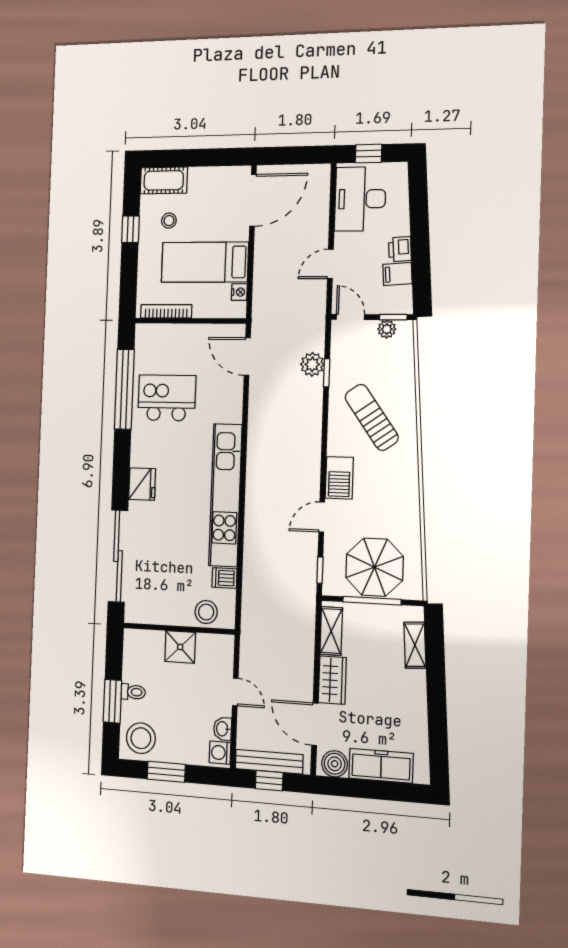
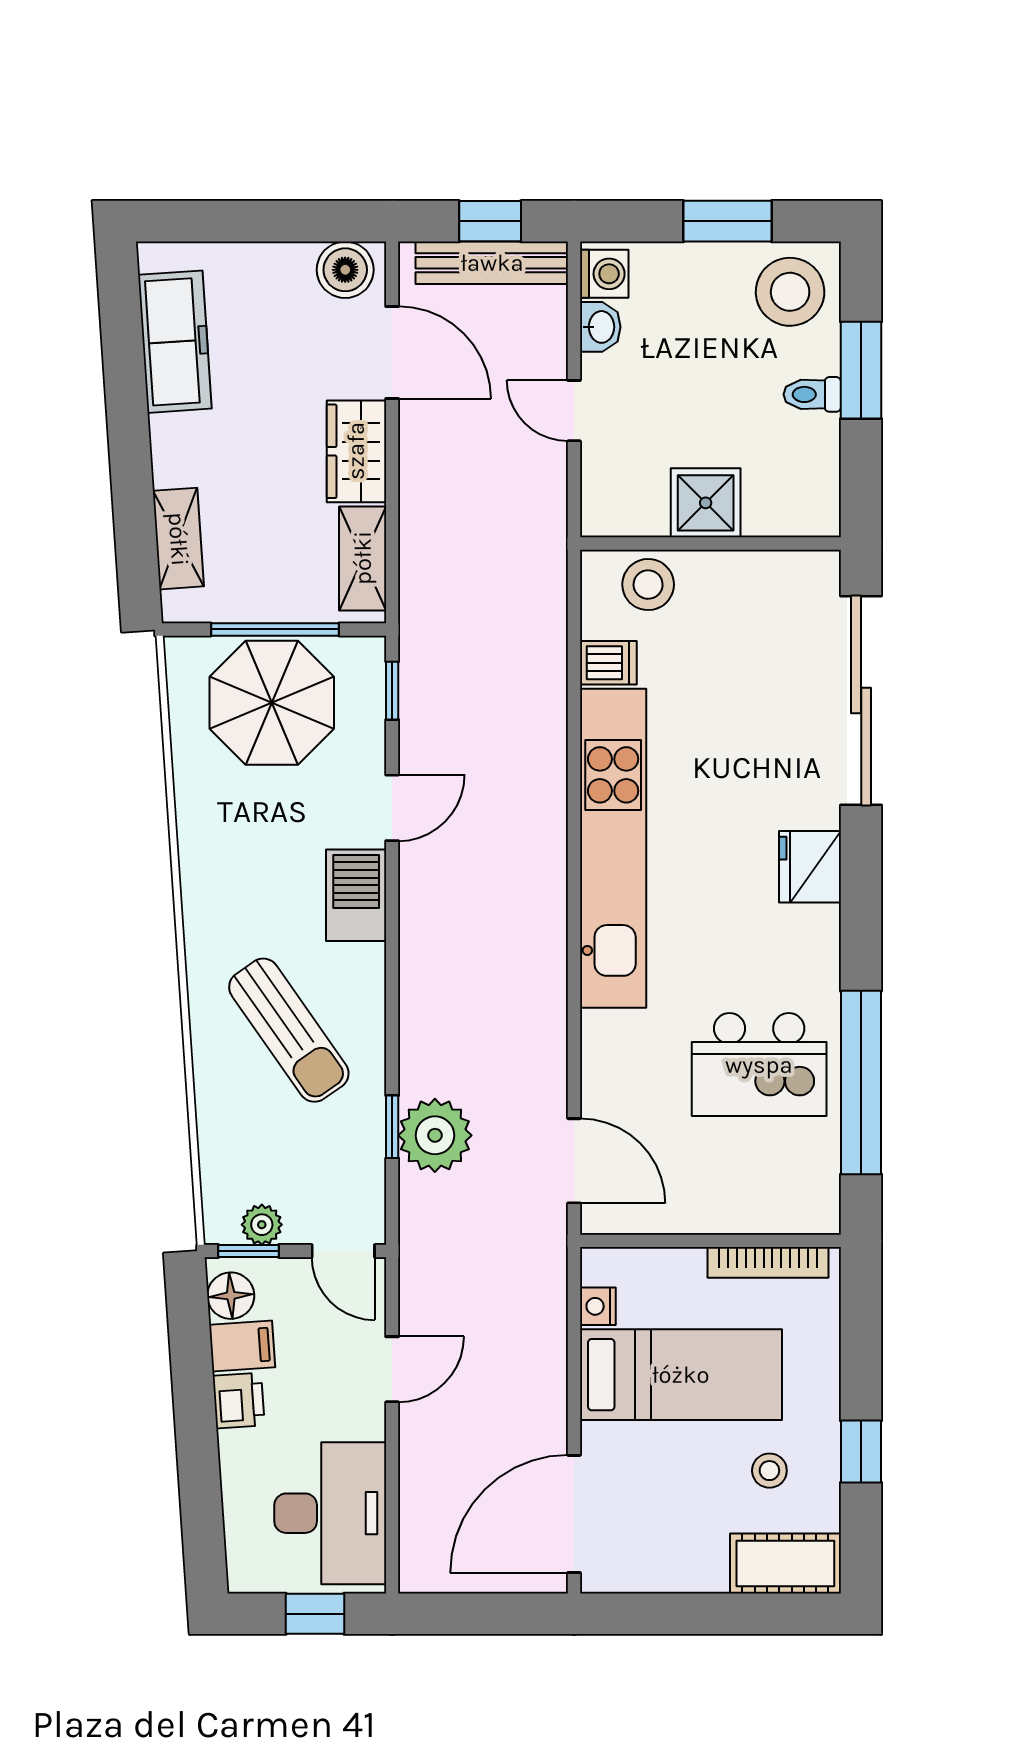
floor lamp: (402, 297) -> (231, 1296), added
plant: (312, 364) -> (435, 1135), width x1.36, depth x1.36
freezer: (381, 766) -> (175, 342), moved, turned -94

